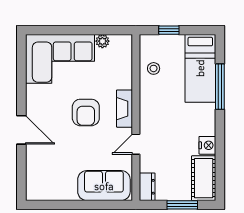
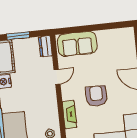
fireplace: (124, 109) -> (69, 115), moved

